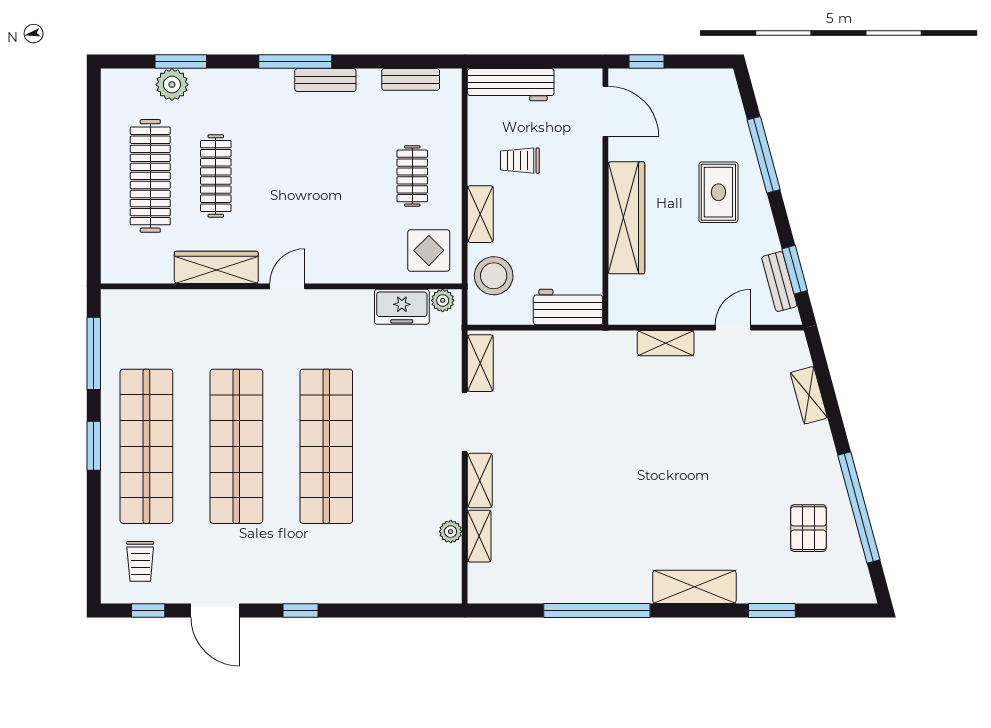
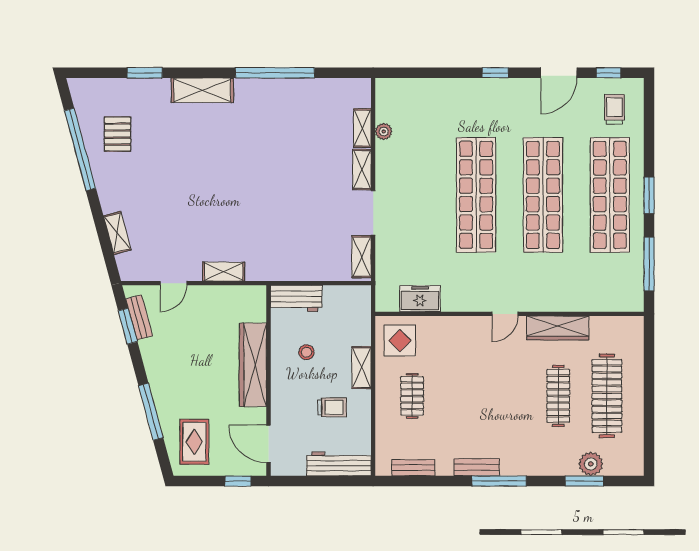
rug: (718, 192) -> (194, 442), moved
stool: (494, 276) -> (306, 352), moved, width x0.53, depth x0.53
plant: (443, 300) -> (390, 303), removed
door: (215, 610) -> (559, 73), swing flipped

